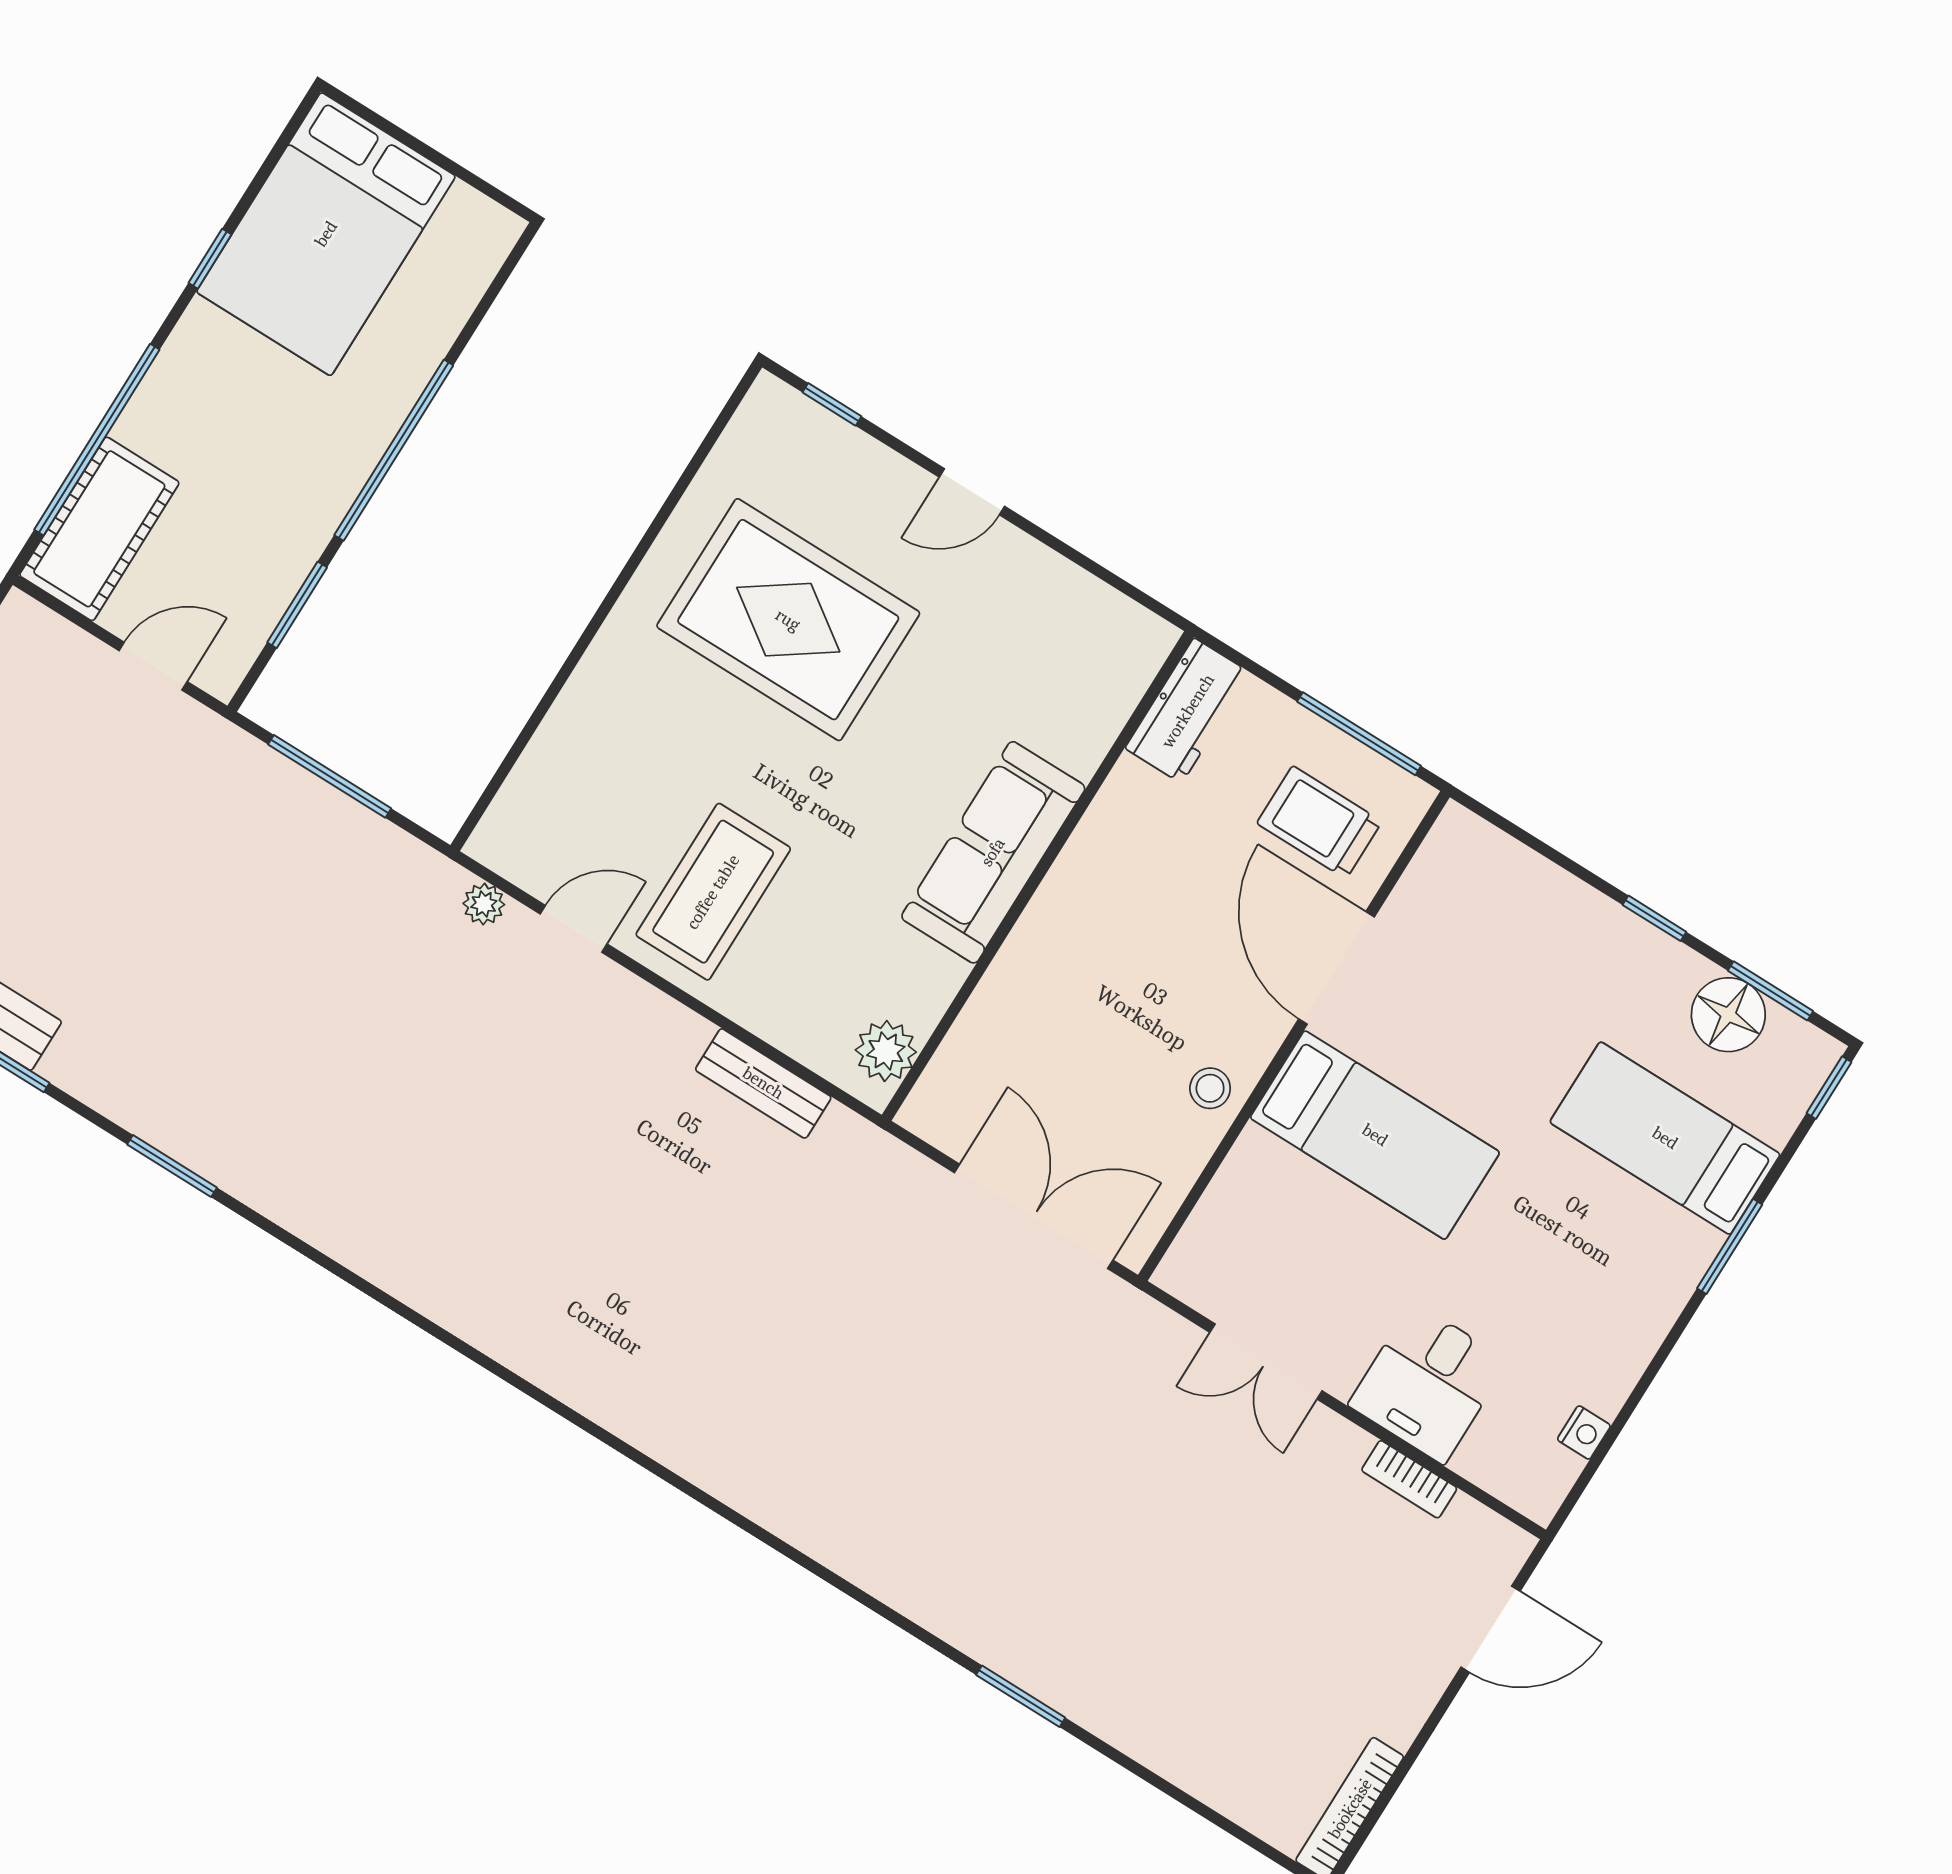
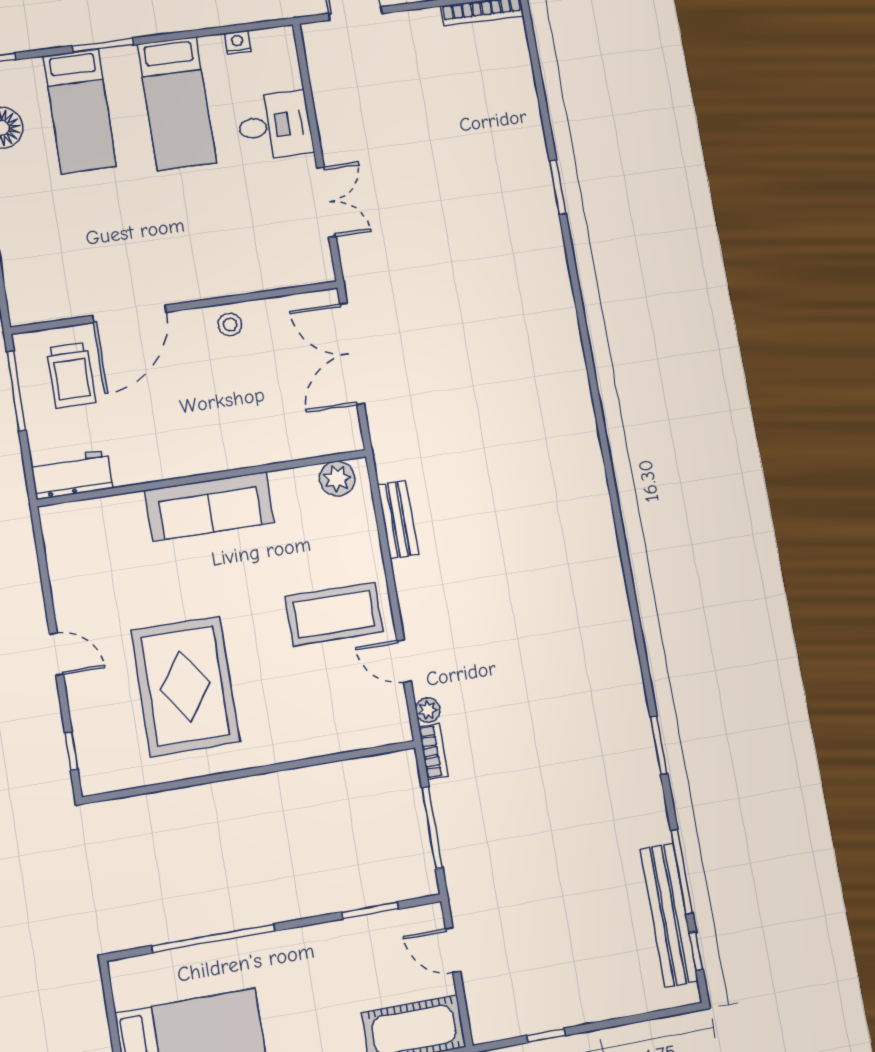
window: (394, 450) -> (213, 938), moved
bed: (1375, 1135) -> (177, 103), moved, turned 180
bookcase: (1409, 1479) -> (433, 751), moved

